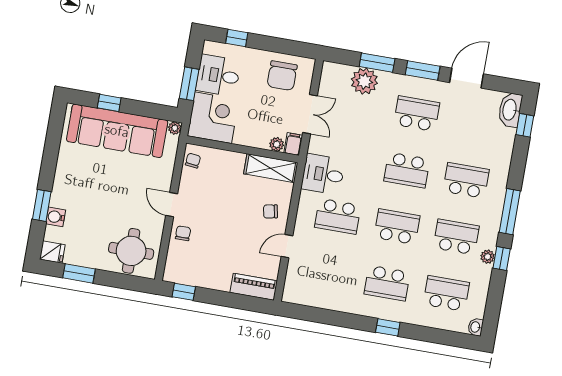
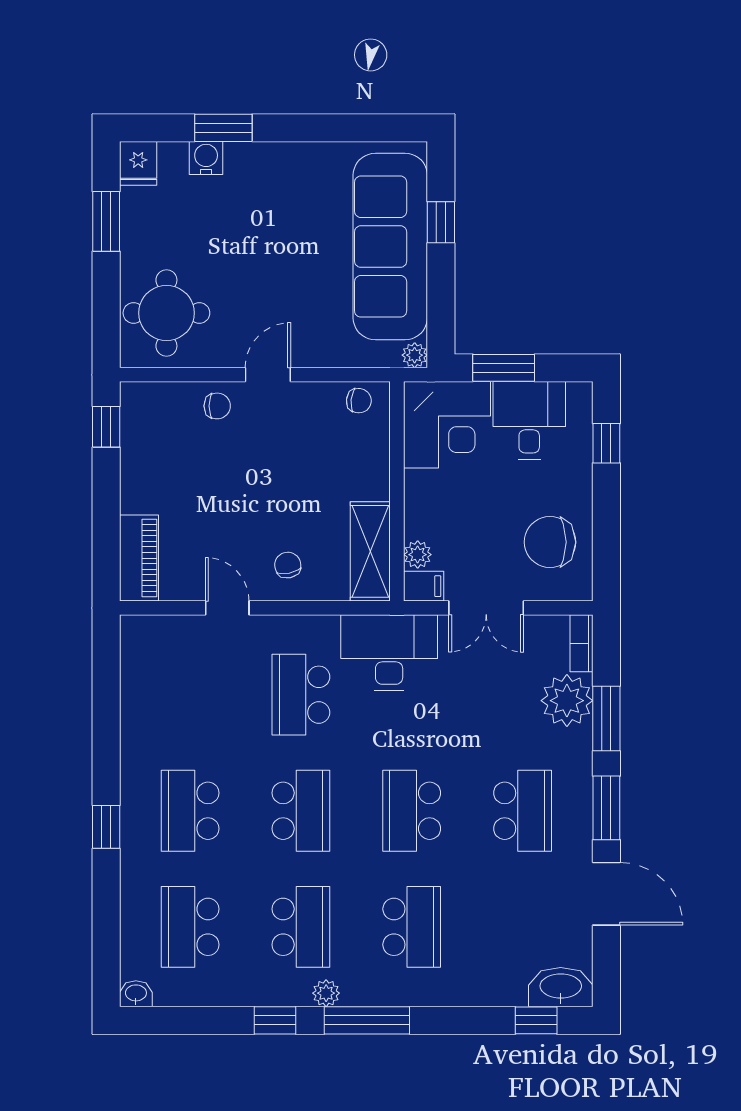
bookcase: (336, 69) -> (582, 643), added
desk: (323, 174) -> (389, 653), width x1.37
plant: (488, 257) -> (326, 993), moved
school desk: (446, 293) -> (190, 927), turned 180

